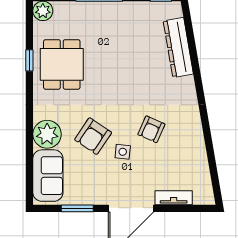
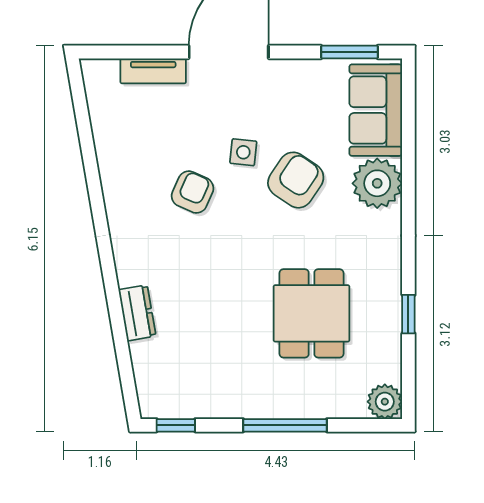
dresser: (178, 47) -> (137, 313), width x0.51, depth x0.80
dining table: (62, 64) -> (311, 313), moved
window: (77, 208) -> (349, 52), moved

